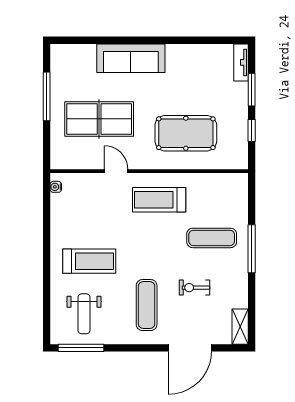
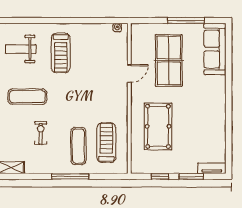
sofa: (131, 58) -> (215, 49), moved
treadmill: (159, 200) -> (106, 143), moved

